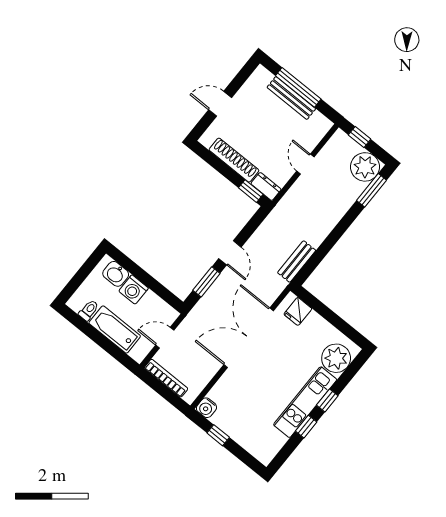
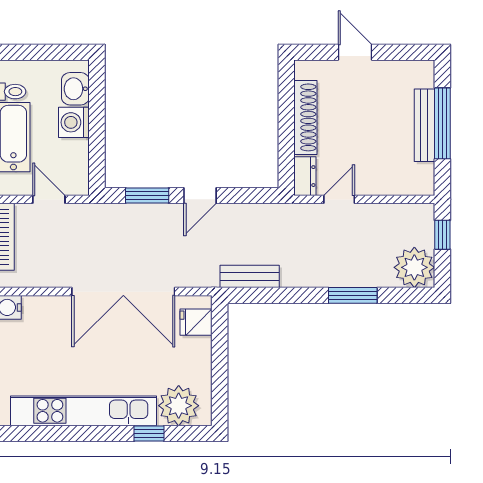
door: (305, 164) -> (339, 199), moved
window: (372, 190) -> (353, 295), moved
window: (251, 191) -> (286, 163), removed
double door: (249, 338) -> (123, 292), swing flipped
window: (327, 400) -> (149, 434), moved
kitchen unit: (305, 402) -> (83, 411), width x1.36
window: (306, 427) -> (77, 434), removed

